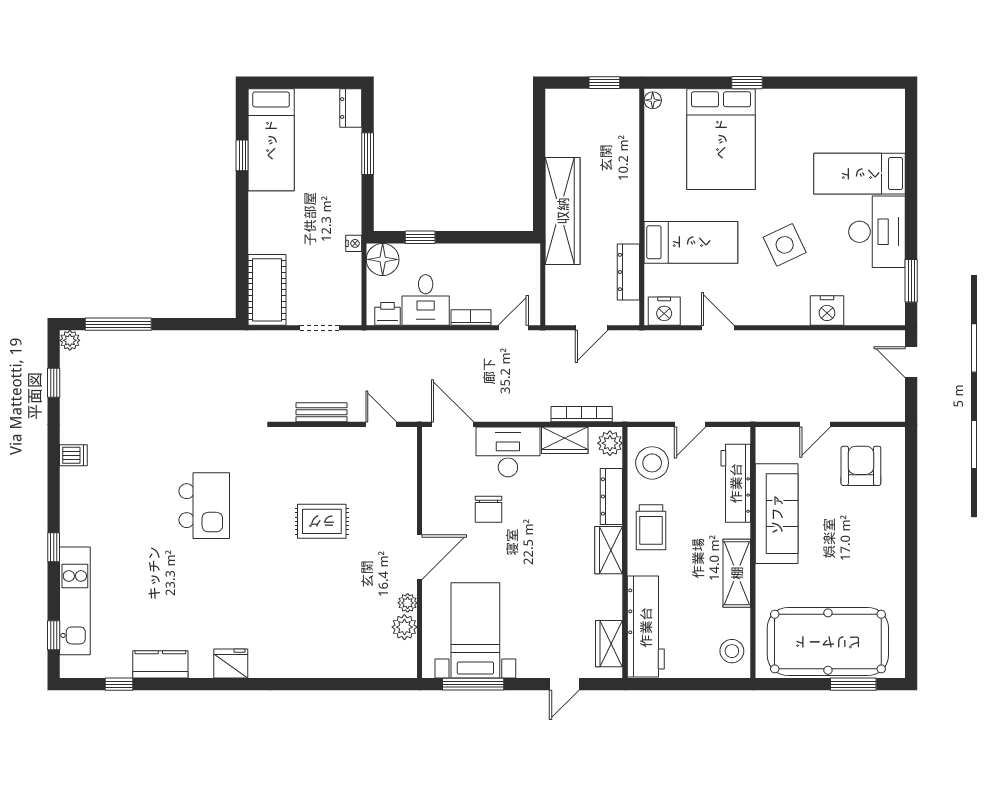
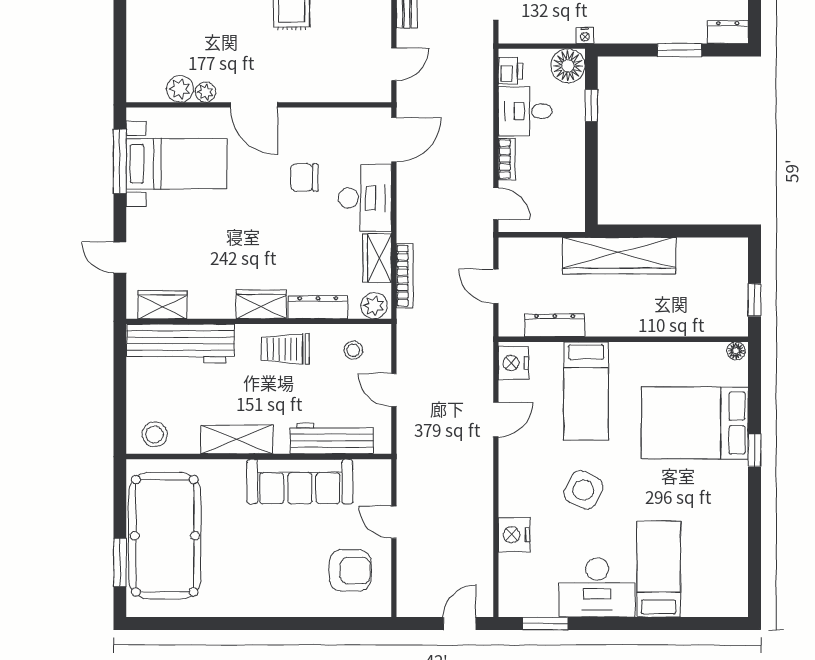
side table: (785, 245) -> (583, 490), turned -38
stool: (652, 463) -> (353, 350), width x0.53, depth x0.53

